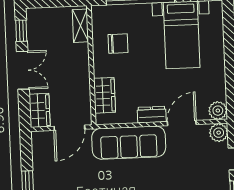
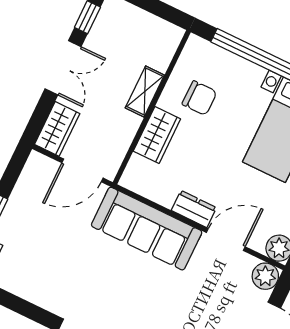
shelving: (80, 26) -> (145, 91), moved
wardrobe: (105, 95) -> (157, 135), moved

